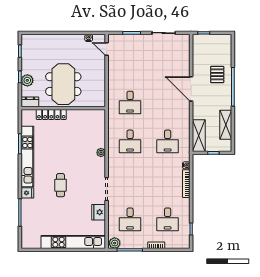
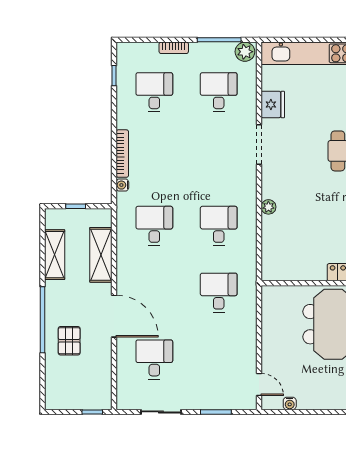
desk: (168, 64) -> (154, 359), added
shelving: (199, 136) -> (101, 255), moved

